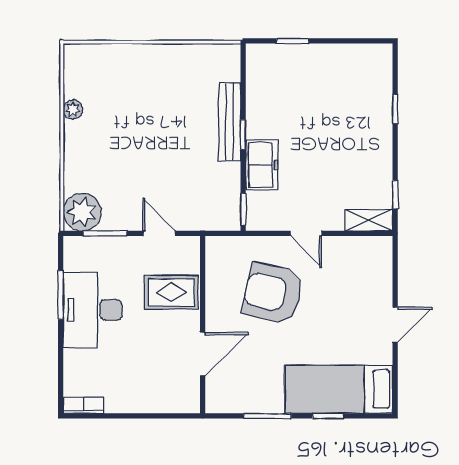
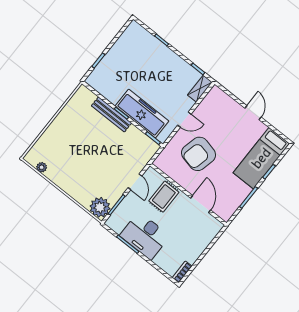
plant: (73, 109) -> (42, 167), moved
freezer: (262, 165) -> (142, 114), width x1.91, depth x1.26
door: (159, 233) -> (135, 182), swing flipped

